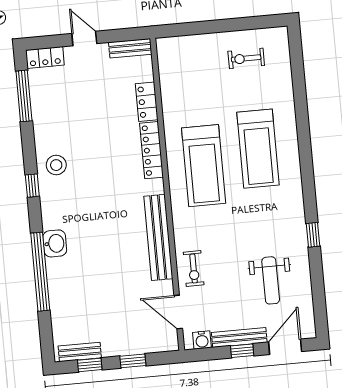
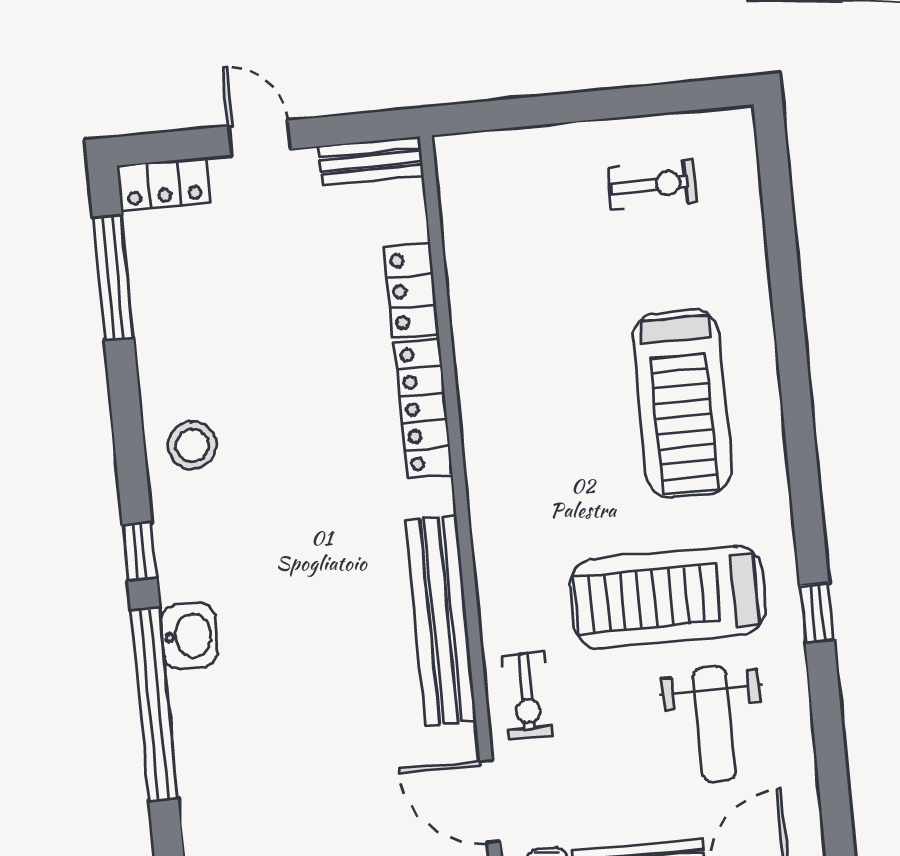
exercise bike: (246, 58) -> (653, 185), turned 180
treadmill: (204, 166) -> (668, 597), moved, turned 90
window: (32, 186) -> (140, 552), moved

